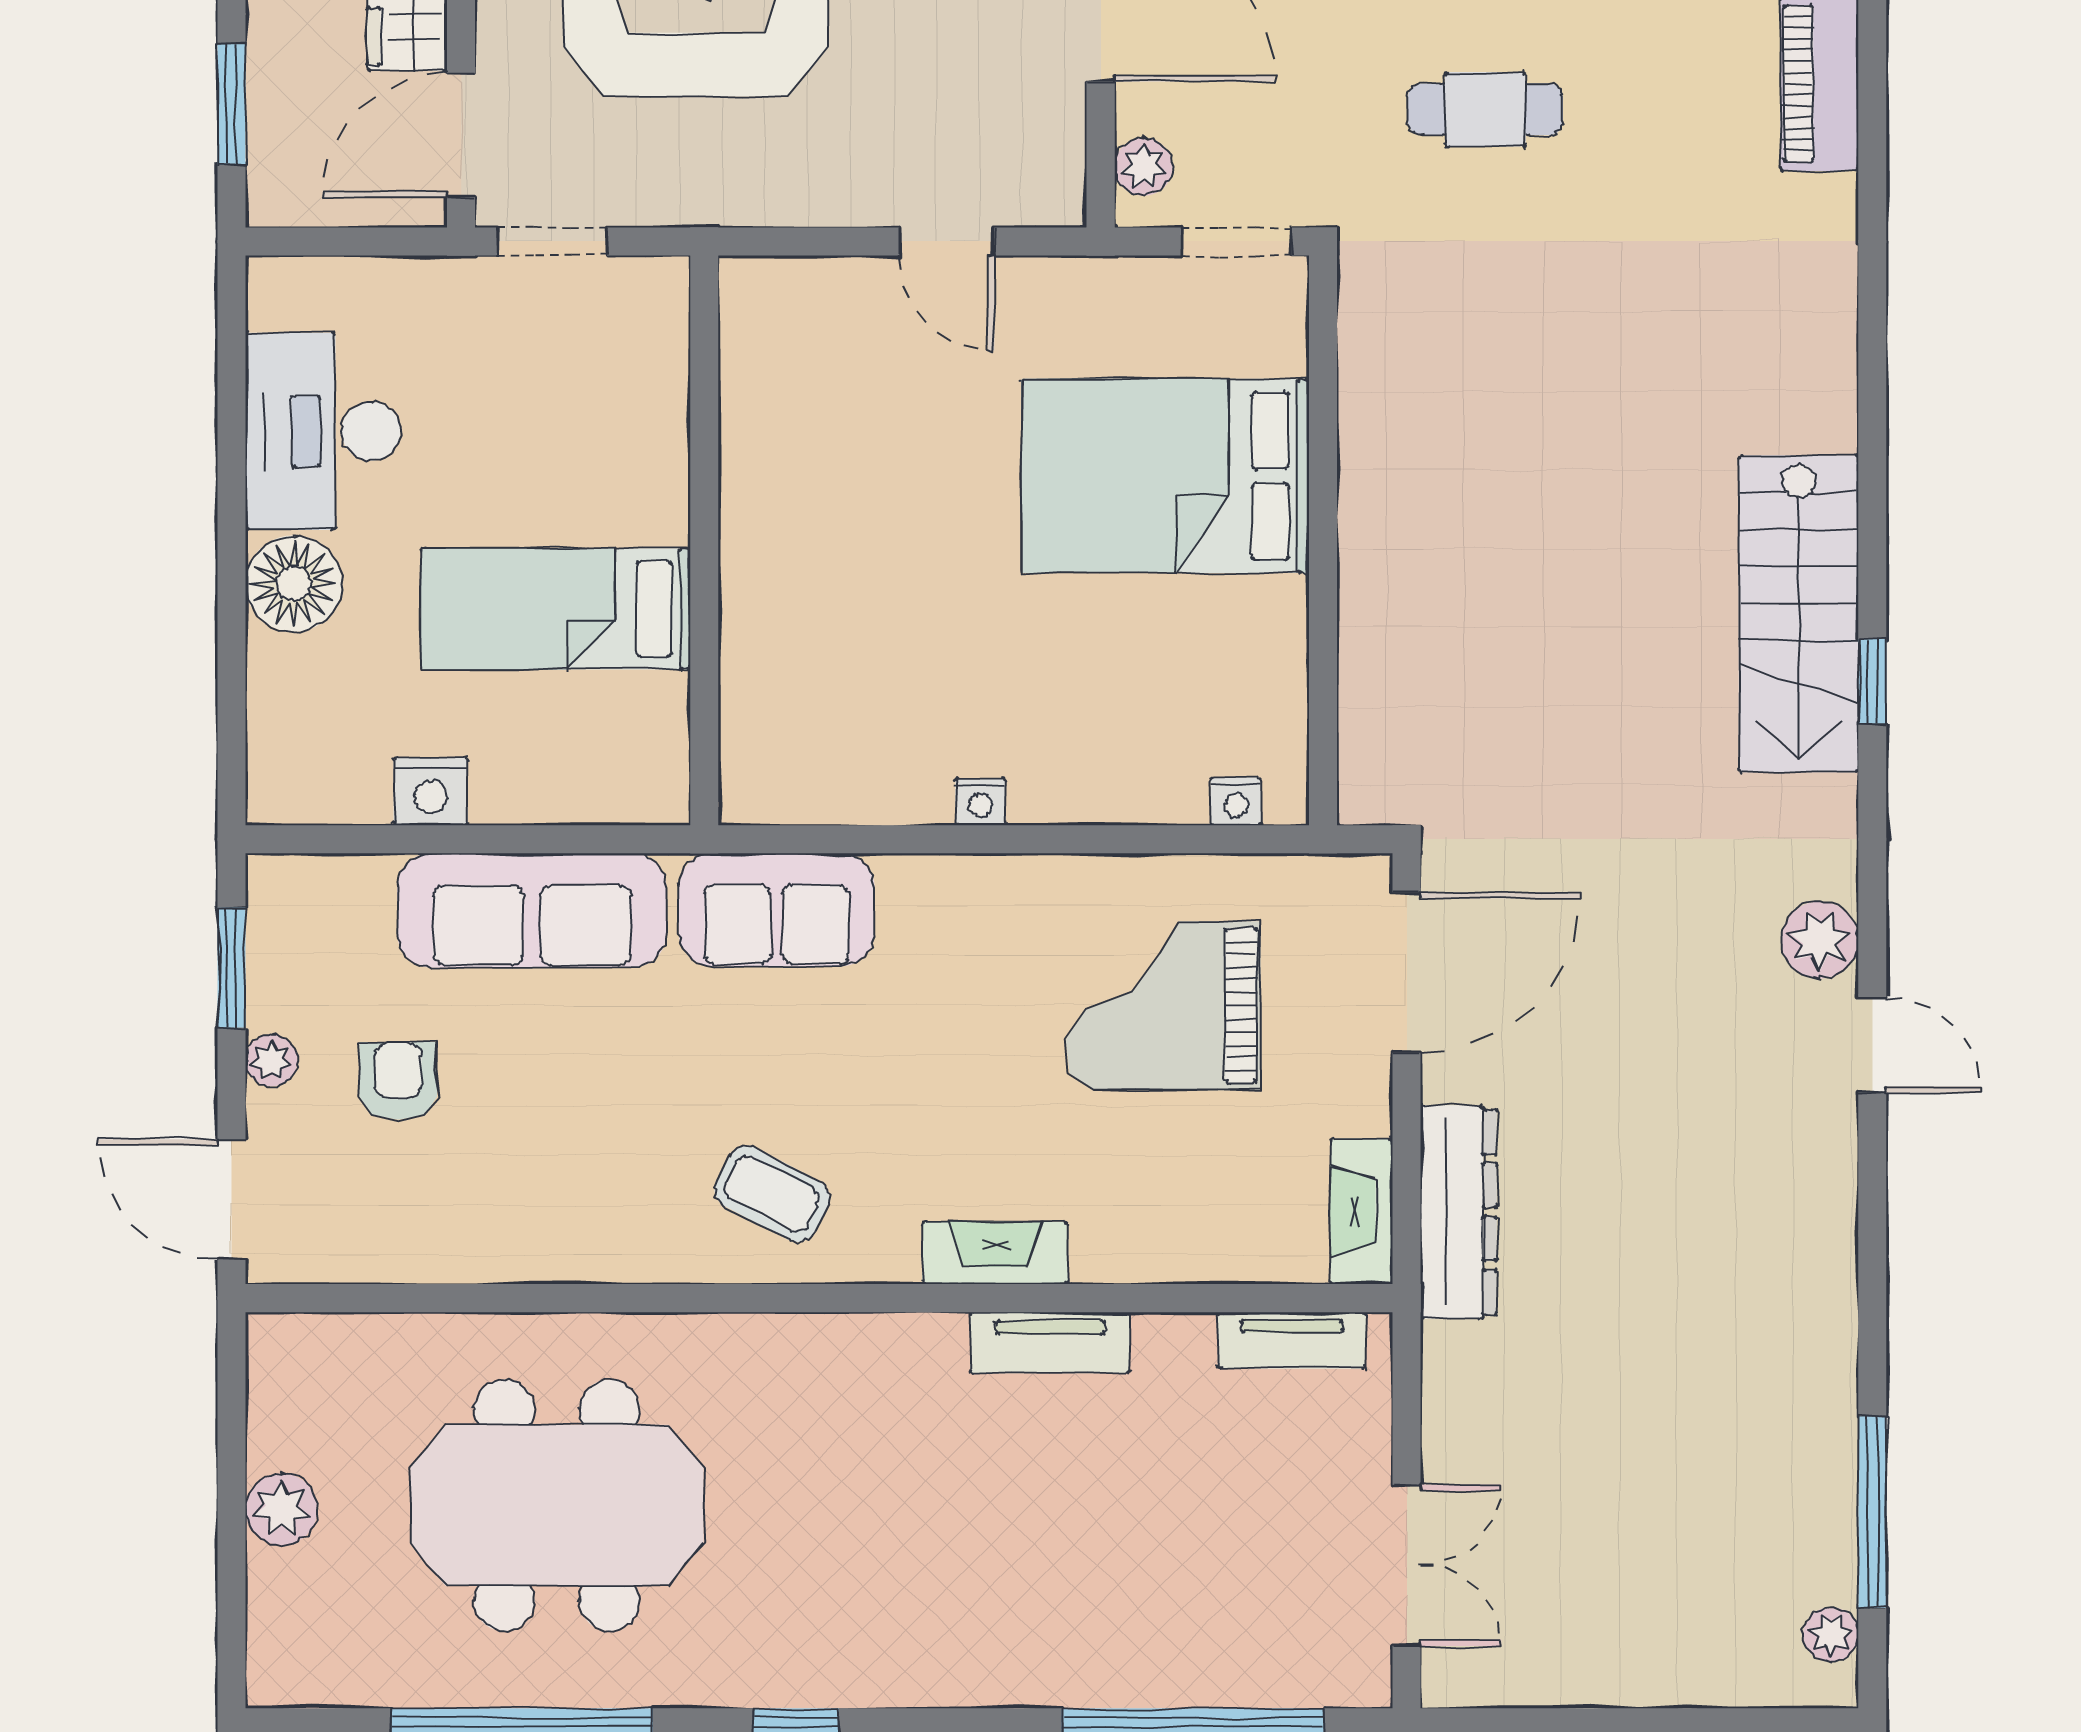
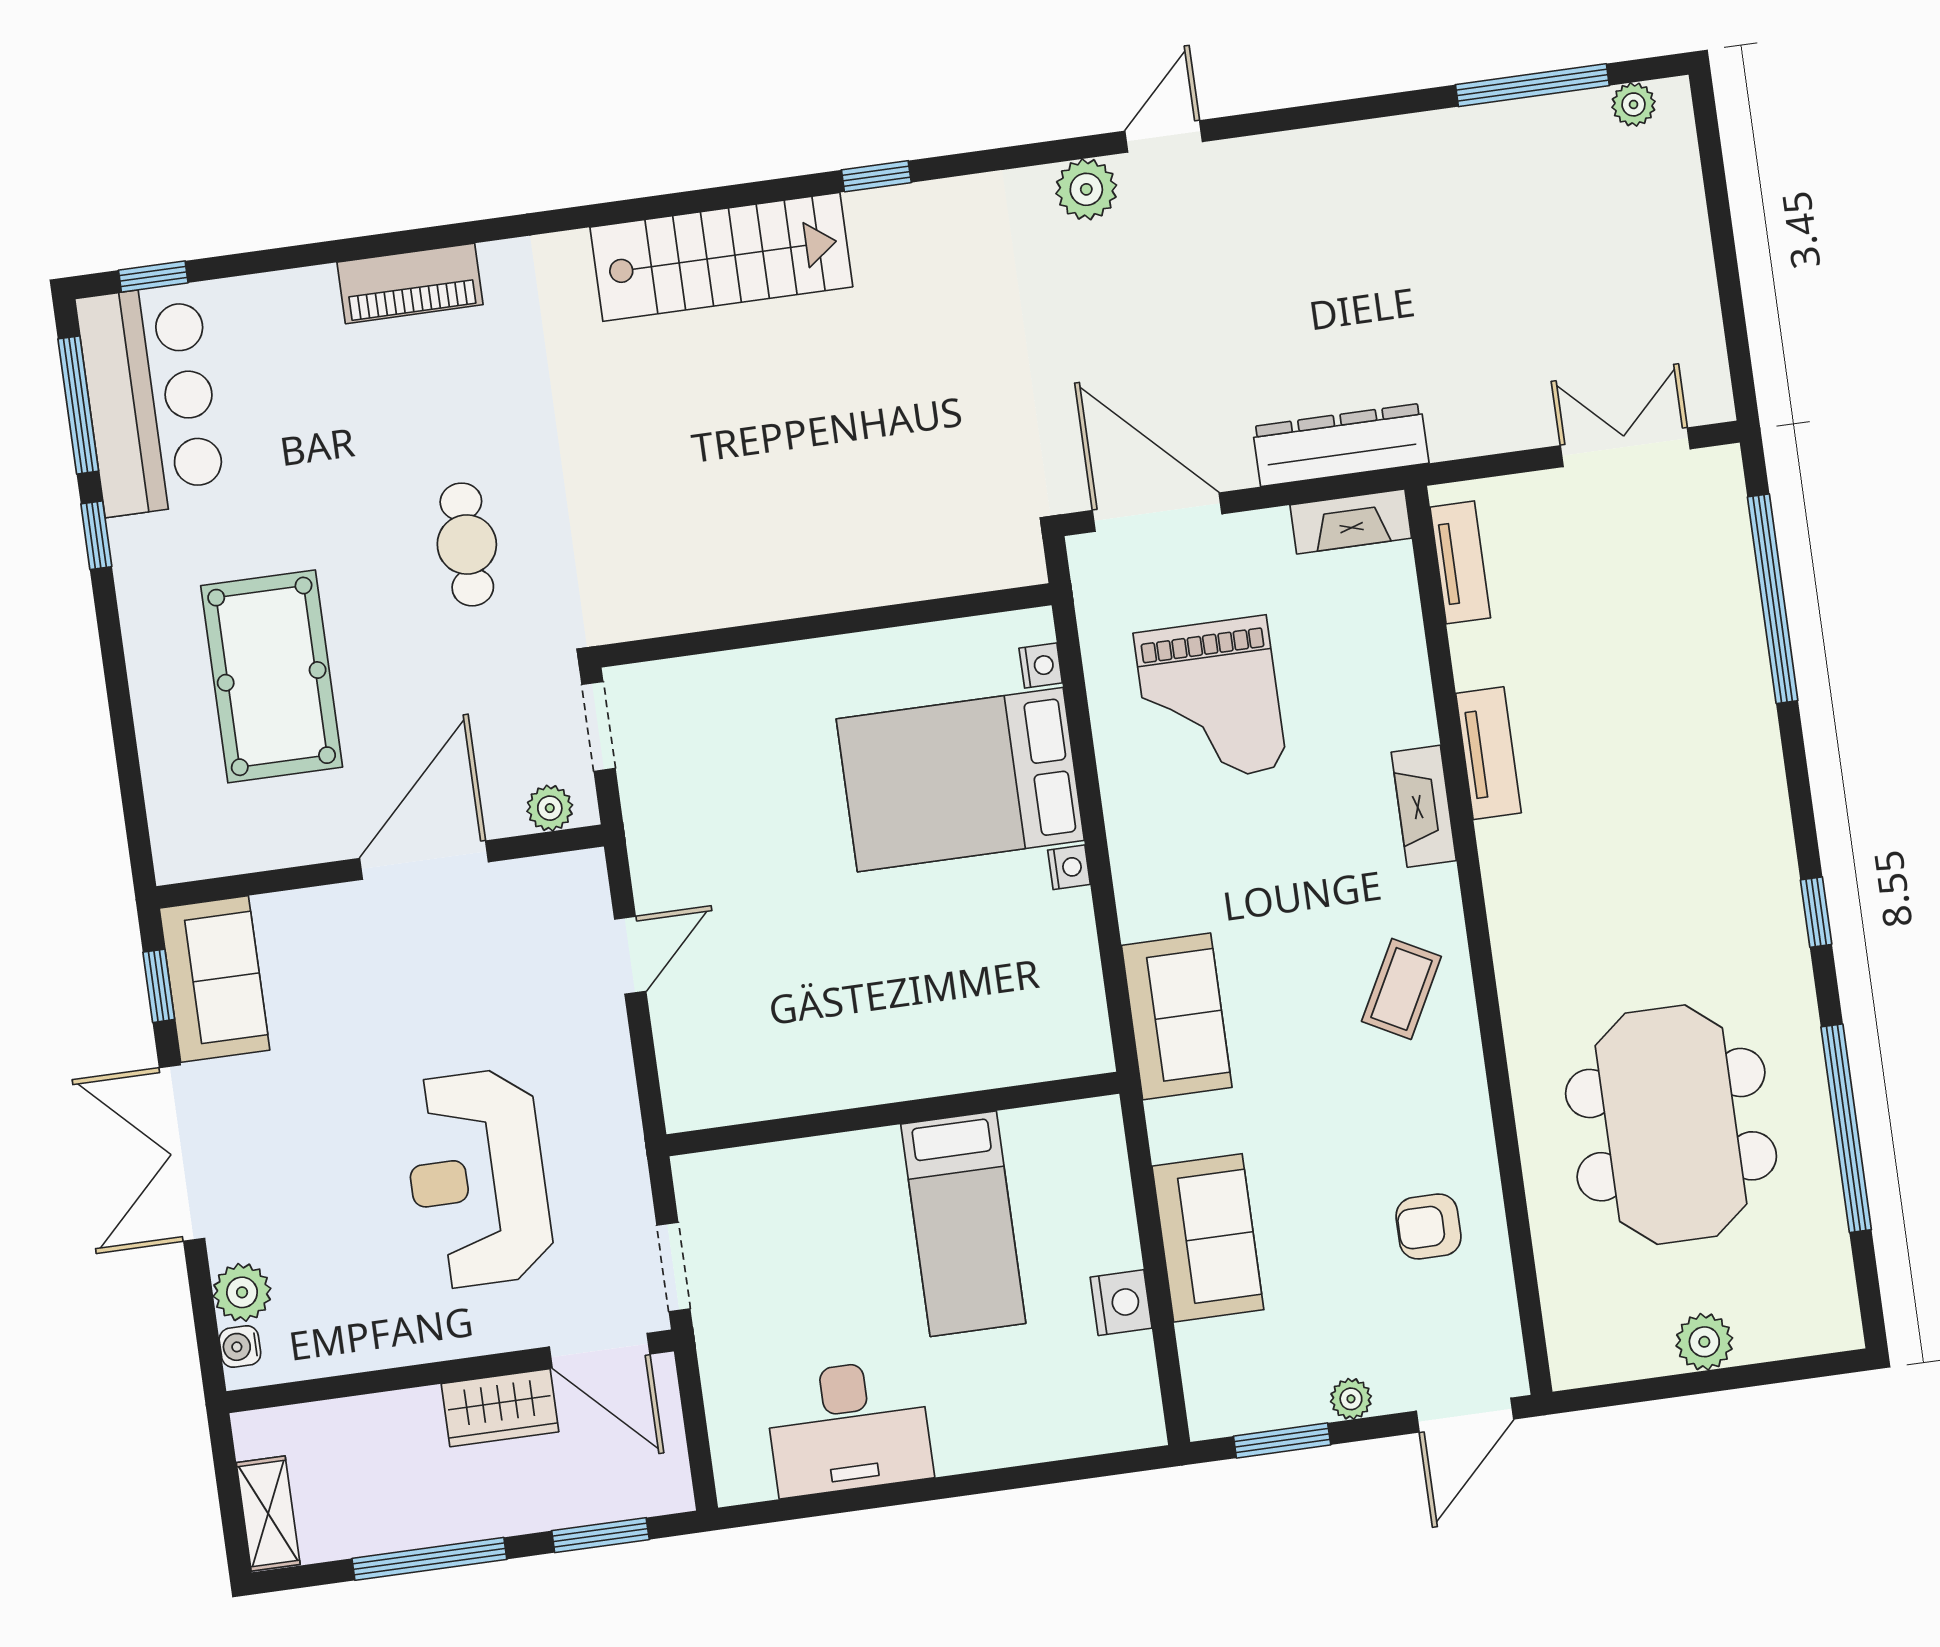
bed: (1166, 476) -> (960, 780), moved, turned 90
floor lamp: (294, 584) -> (972, 1433), removed
stairs: (1799, 614) -> (721, 257), moved
sofa: (532, 910) -> (1208, 1238), width x0.73
armchair: (398, 1081) -> (1428, 1227), moved

